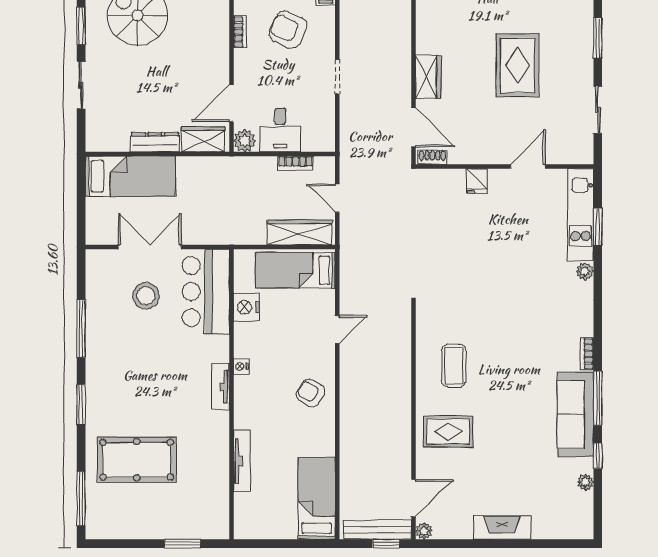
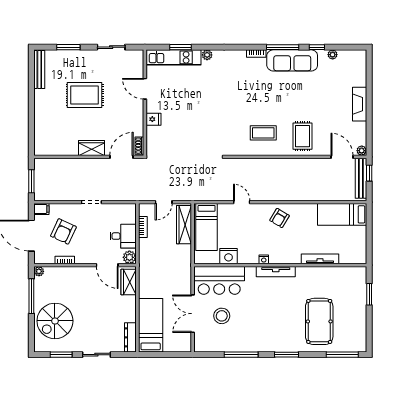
dresser: (155, 142) -> (130, 337), moved
tv unit: (220, 387) -> (276, 272), width x1.41

